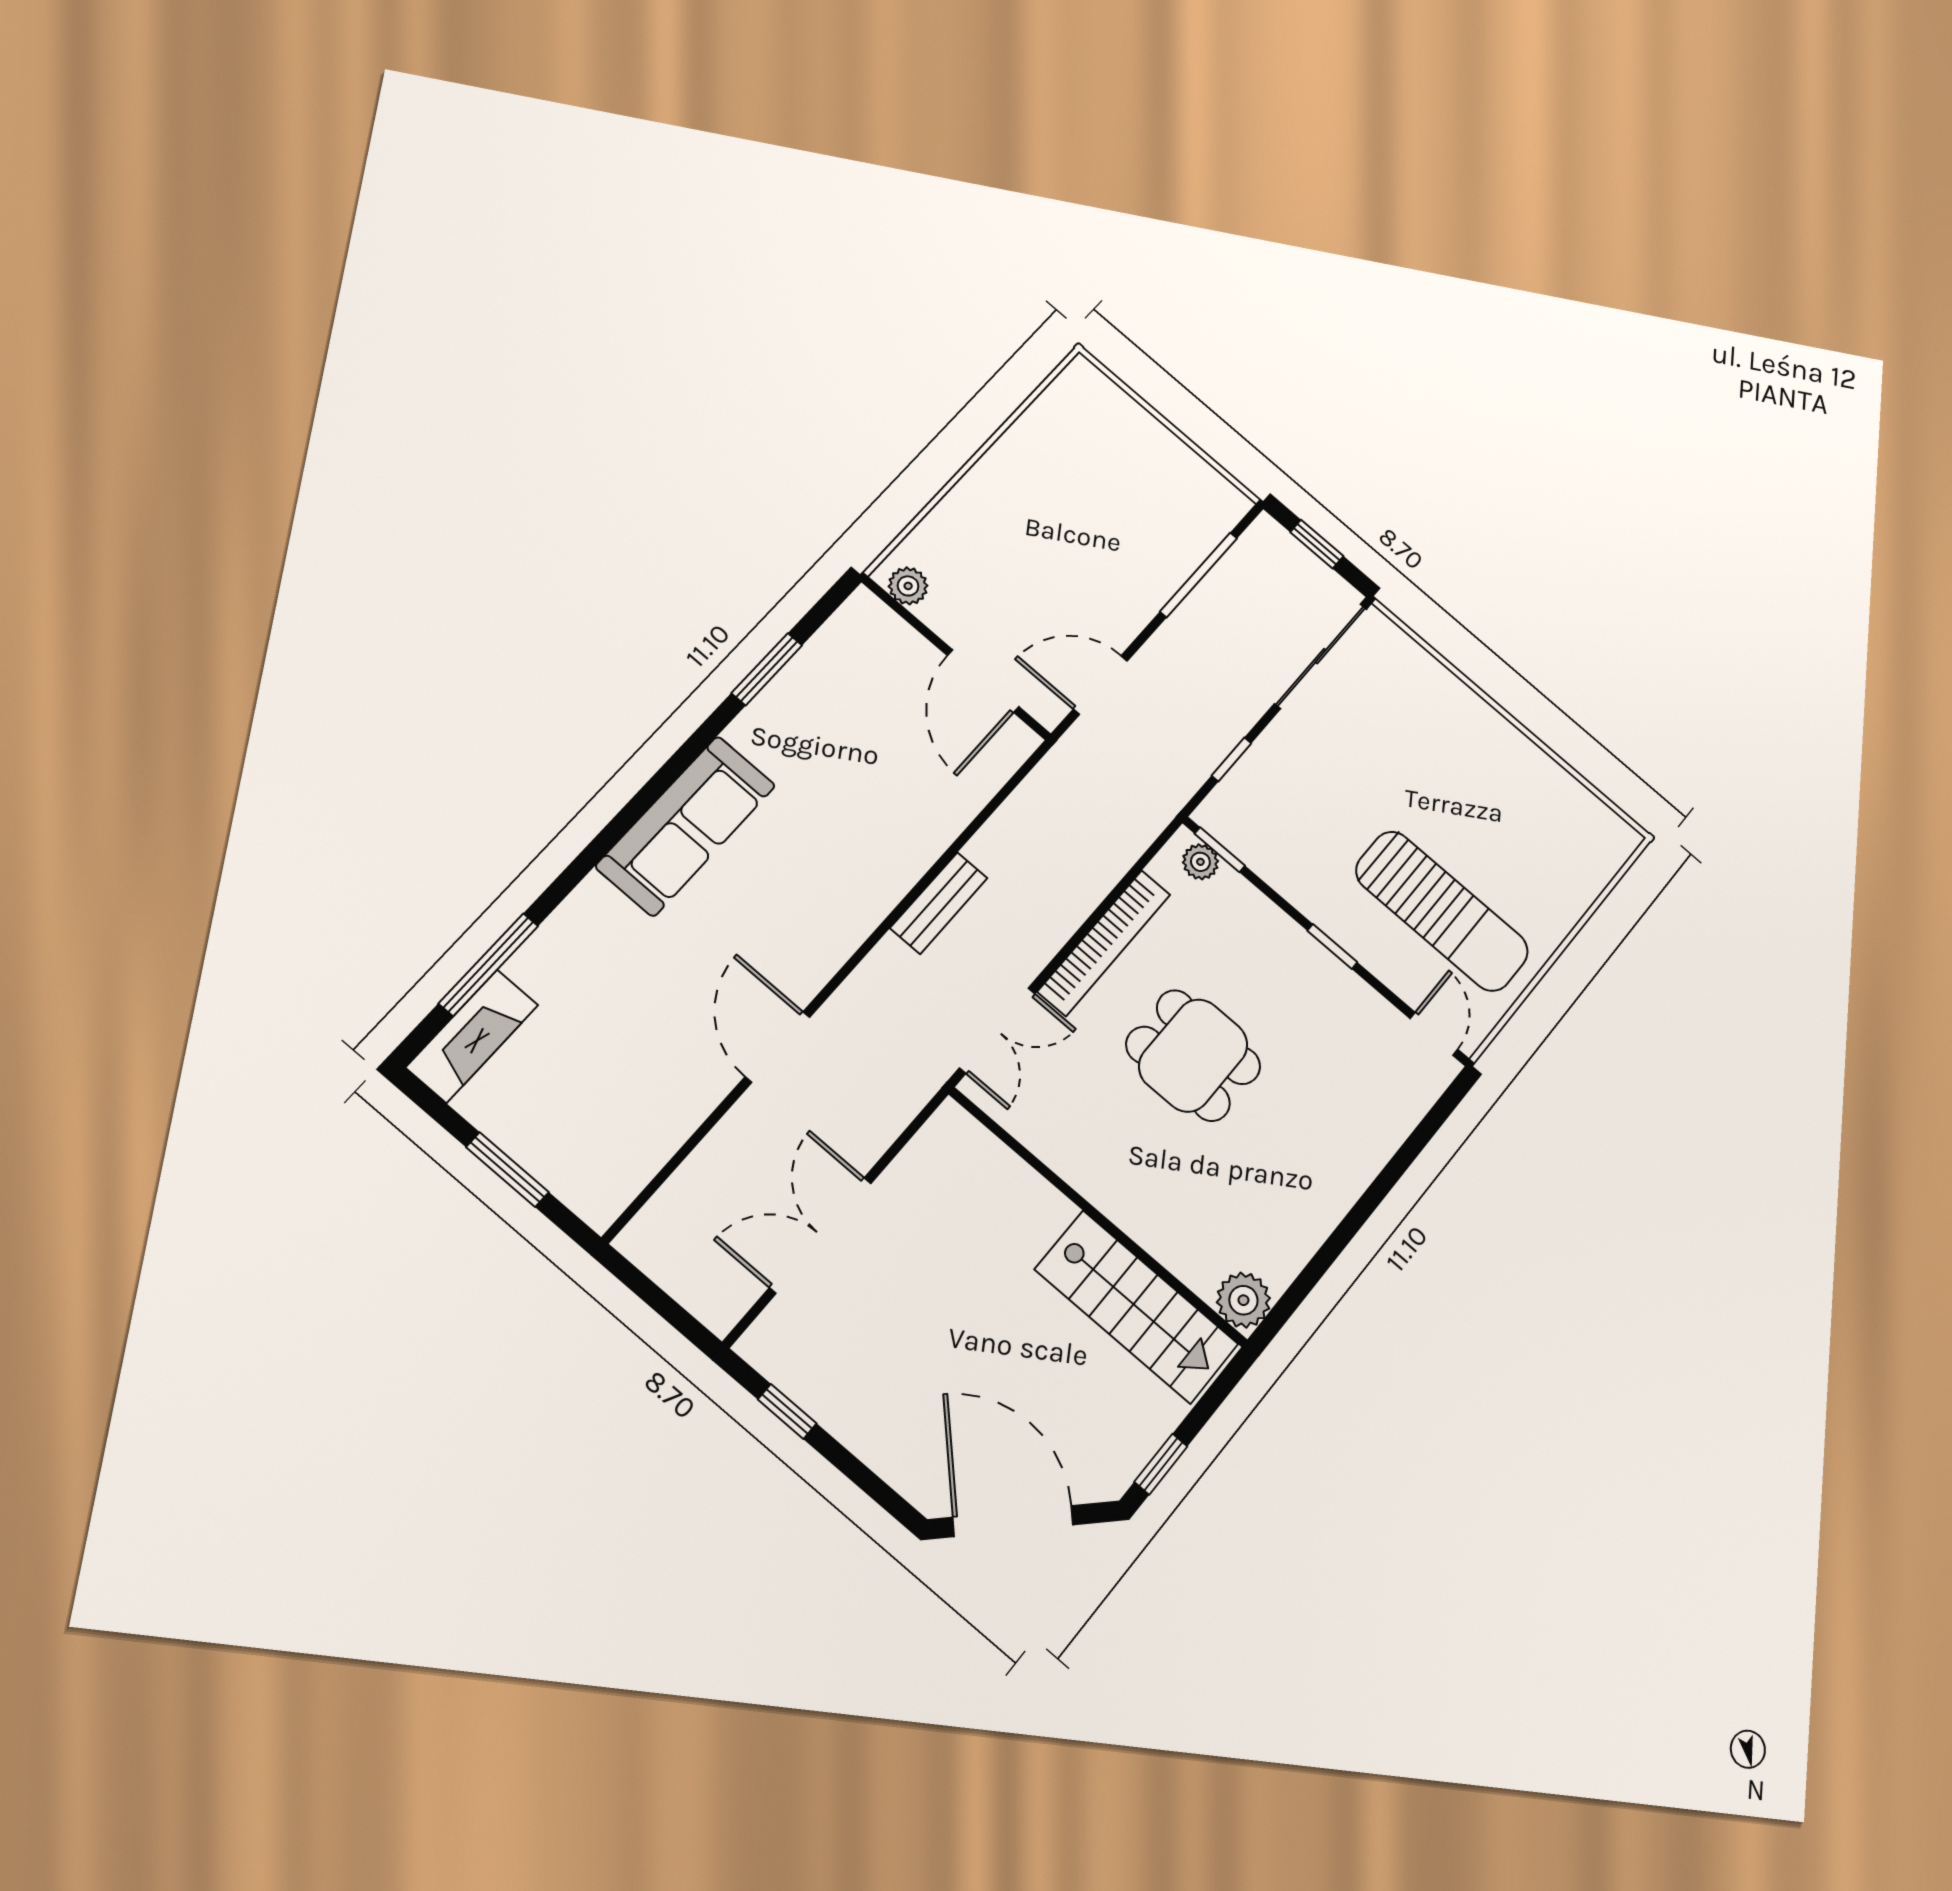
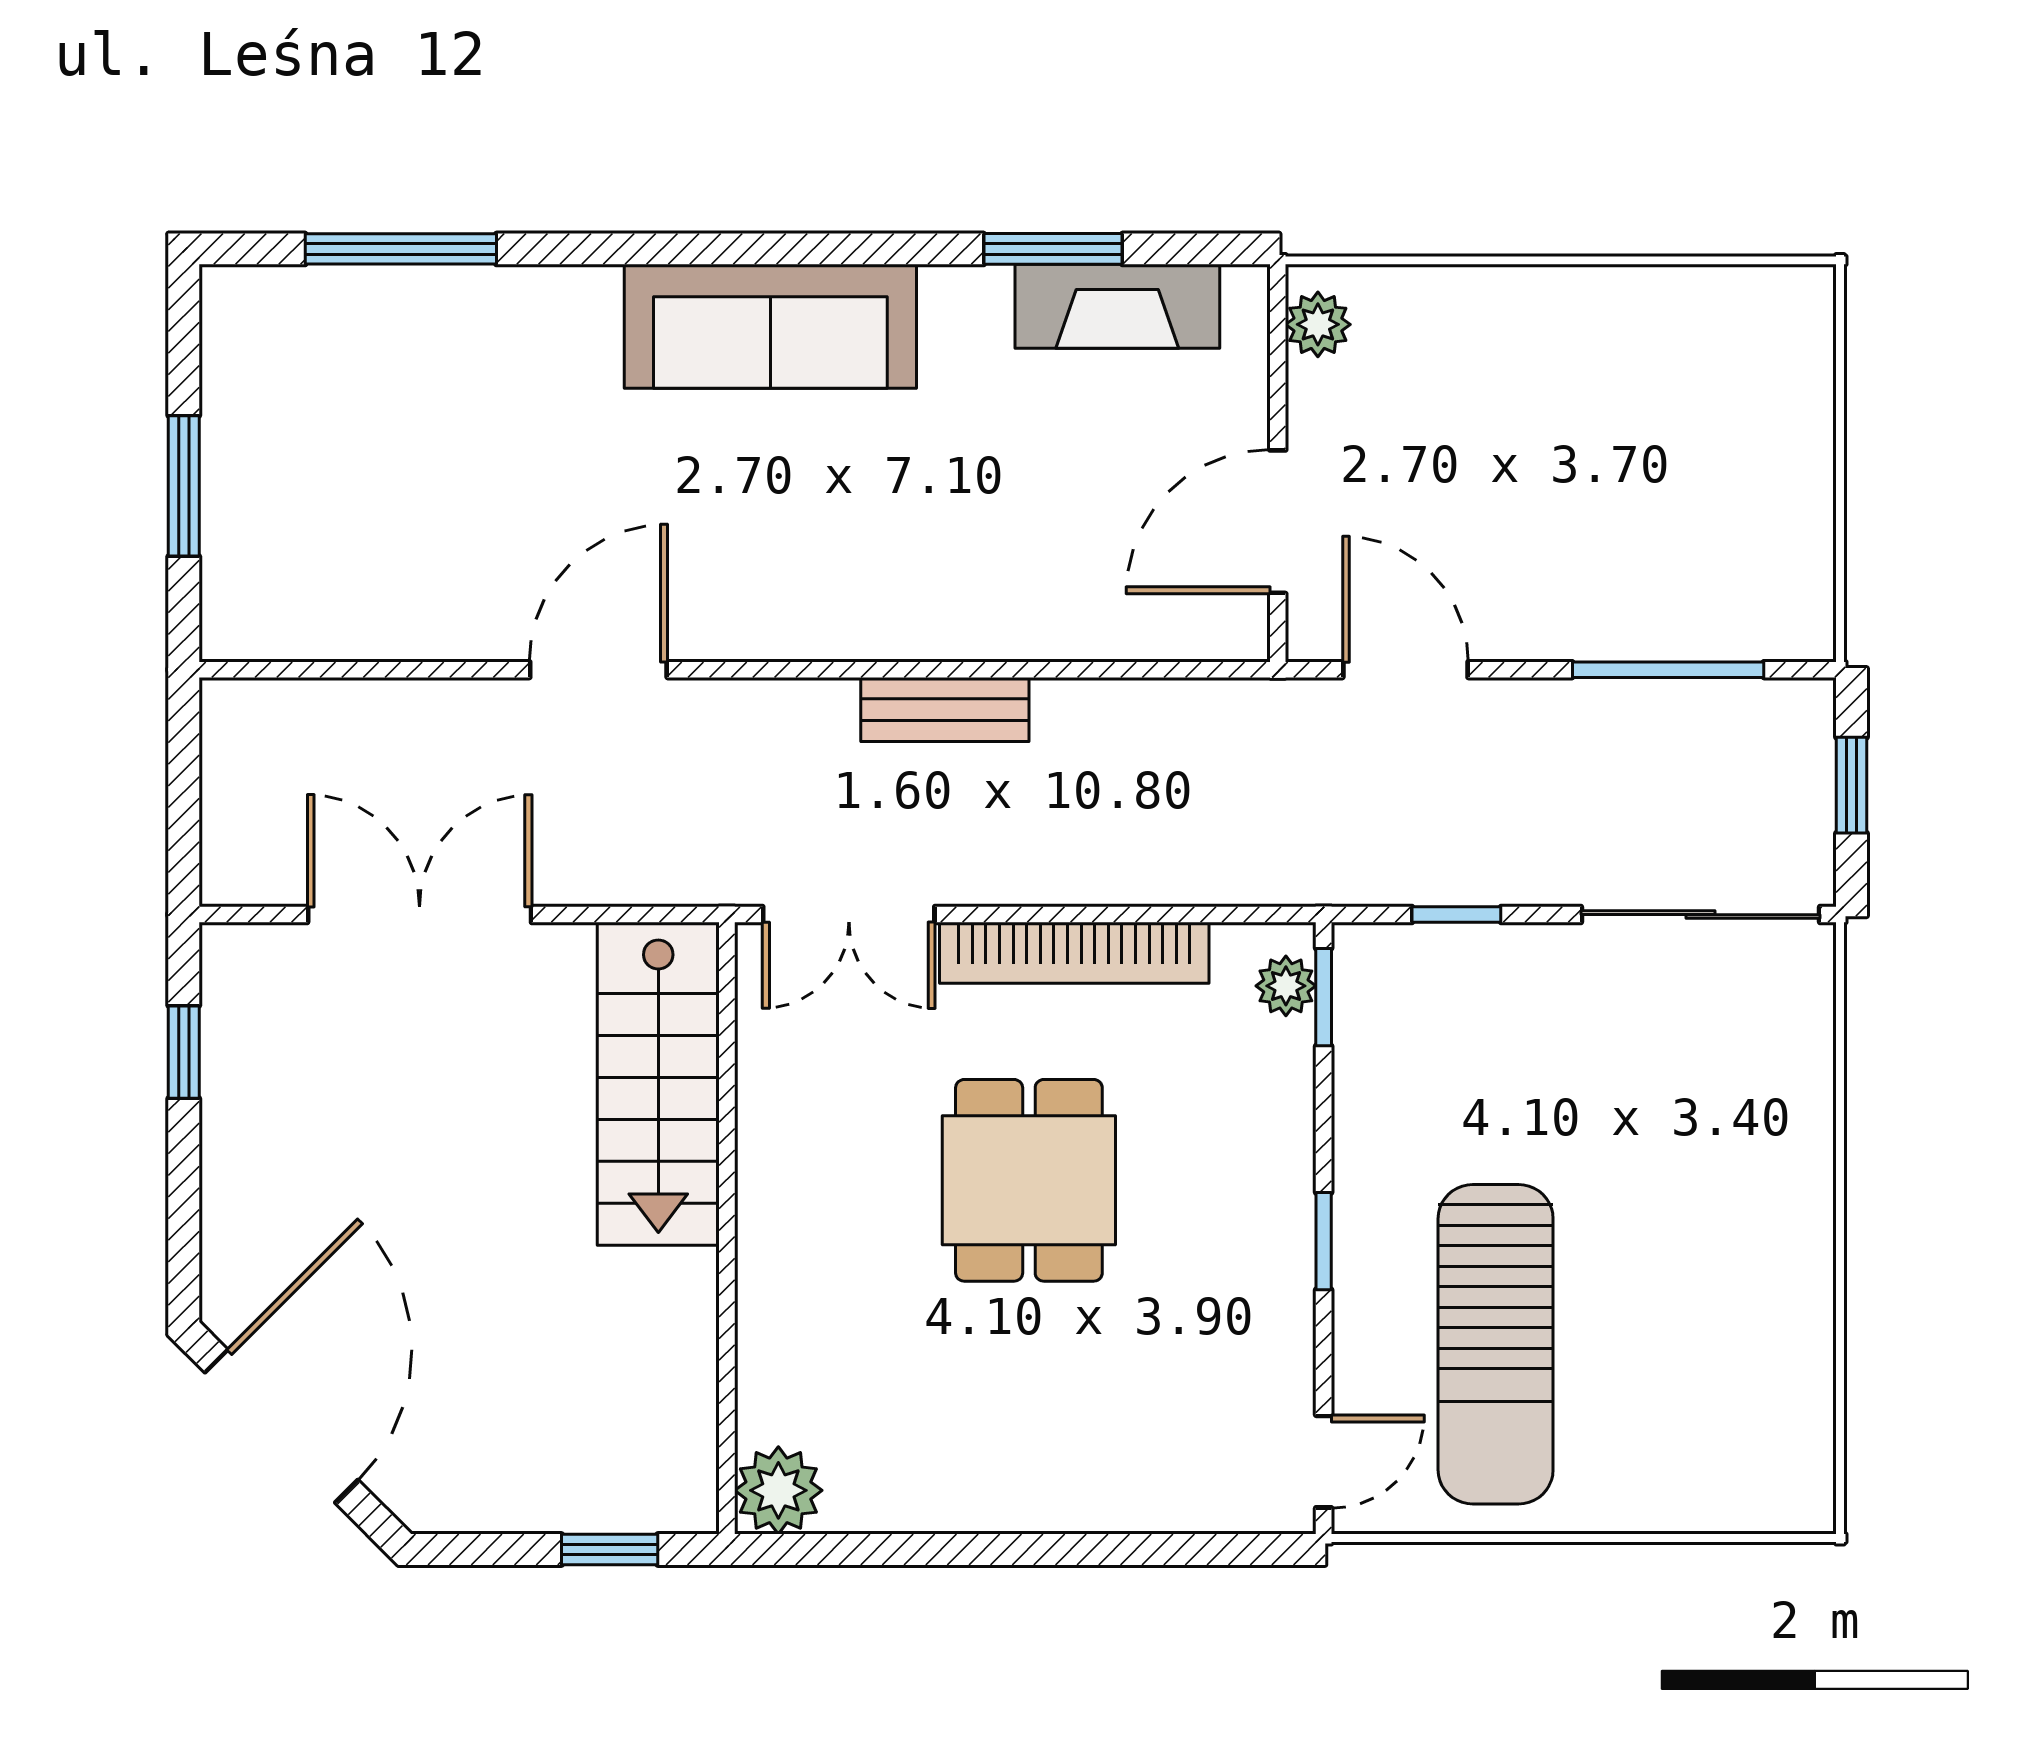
fireplace: (472, 1036) -> (1117, 306), moved
stairs: (1137, 1307) -> (658, 1084), moved
window: (1161, 1464) -> (610, 1550), moved

